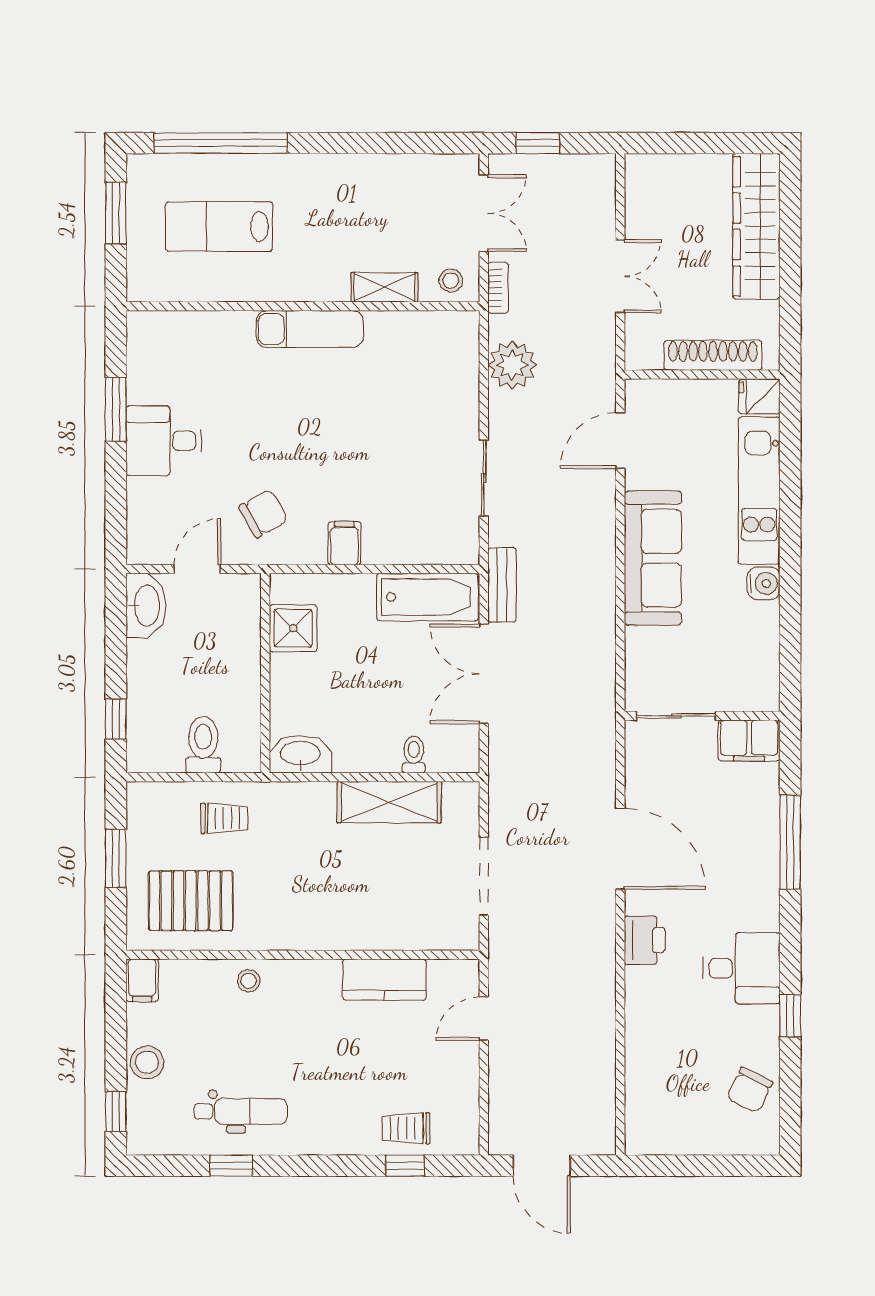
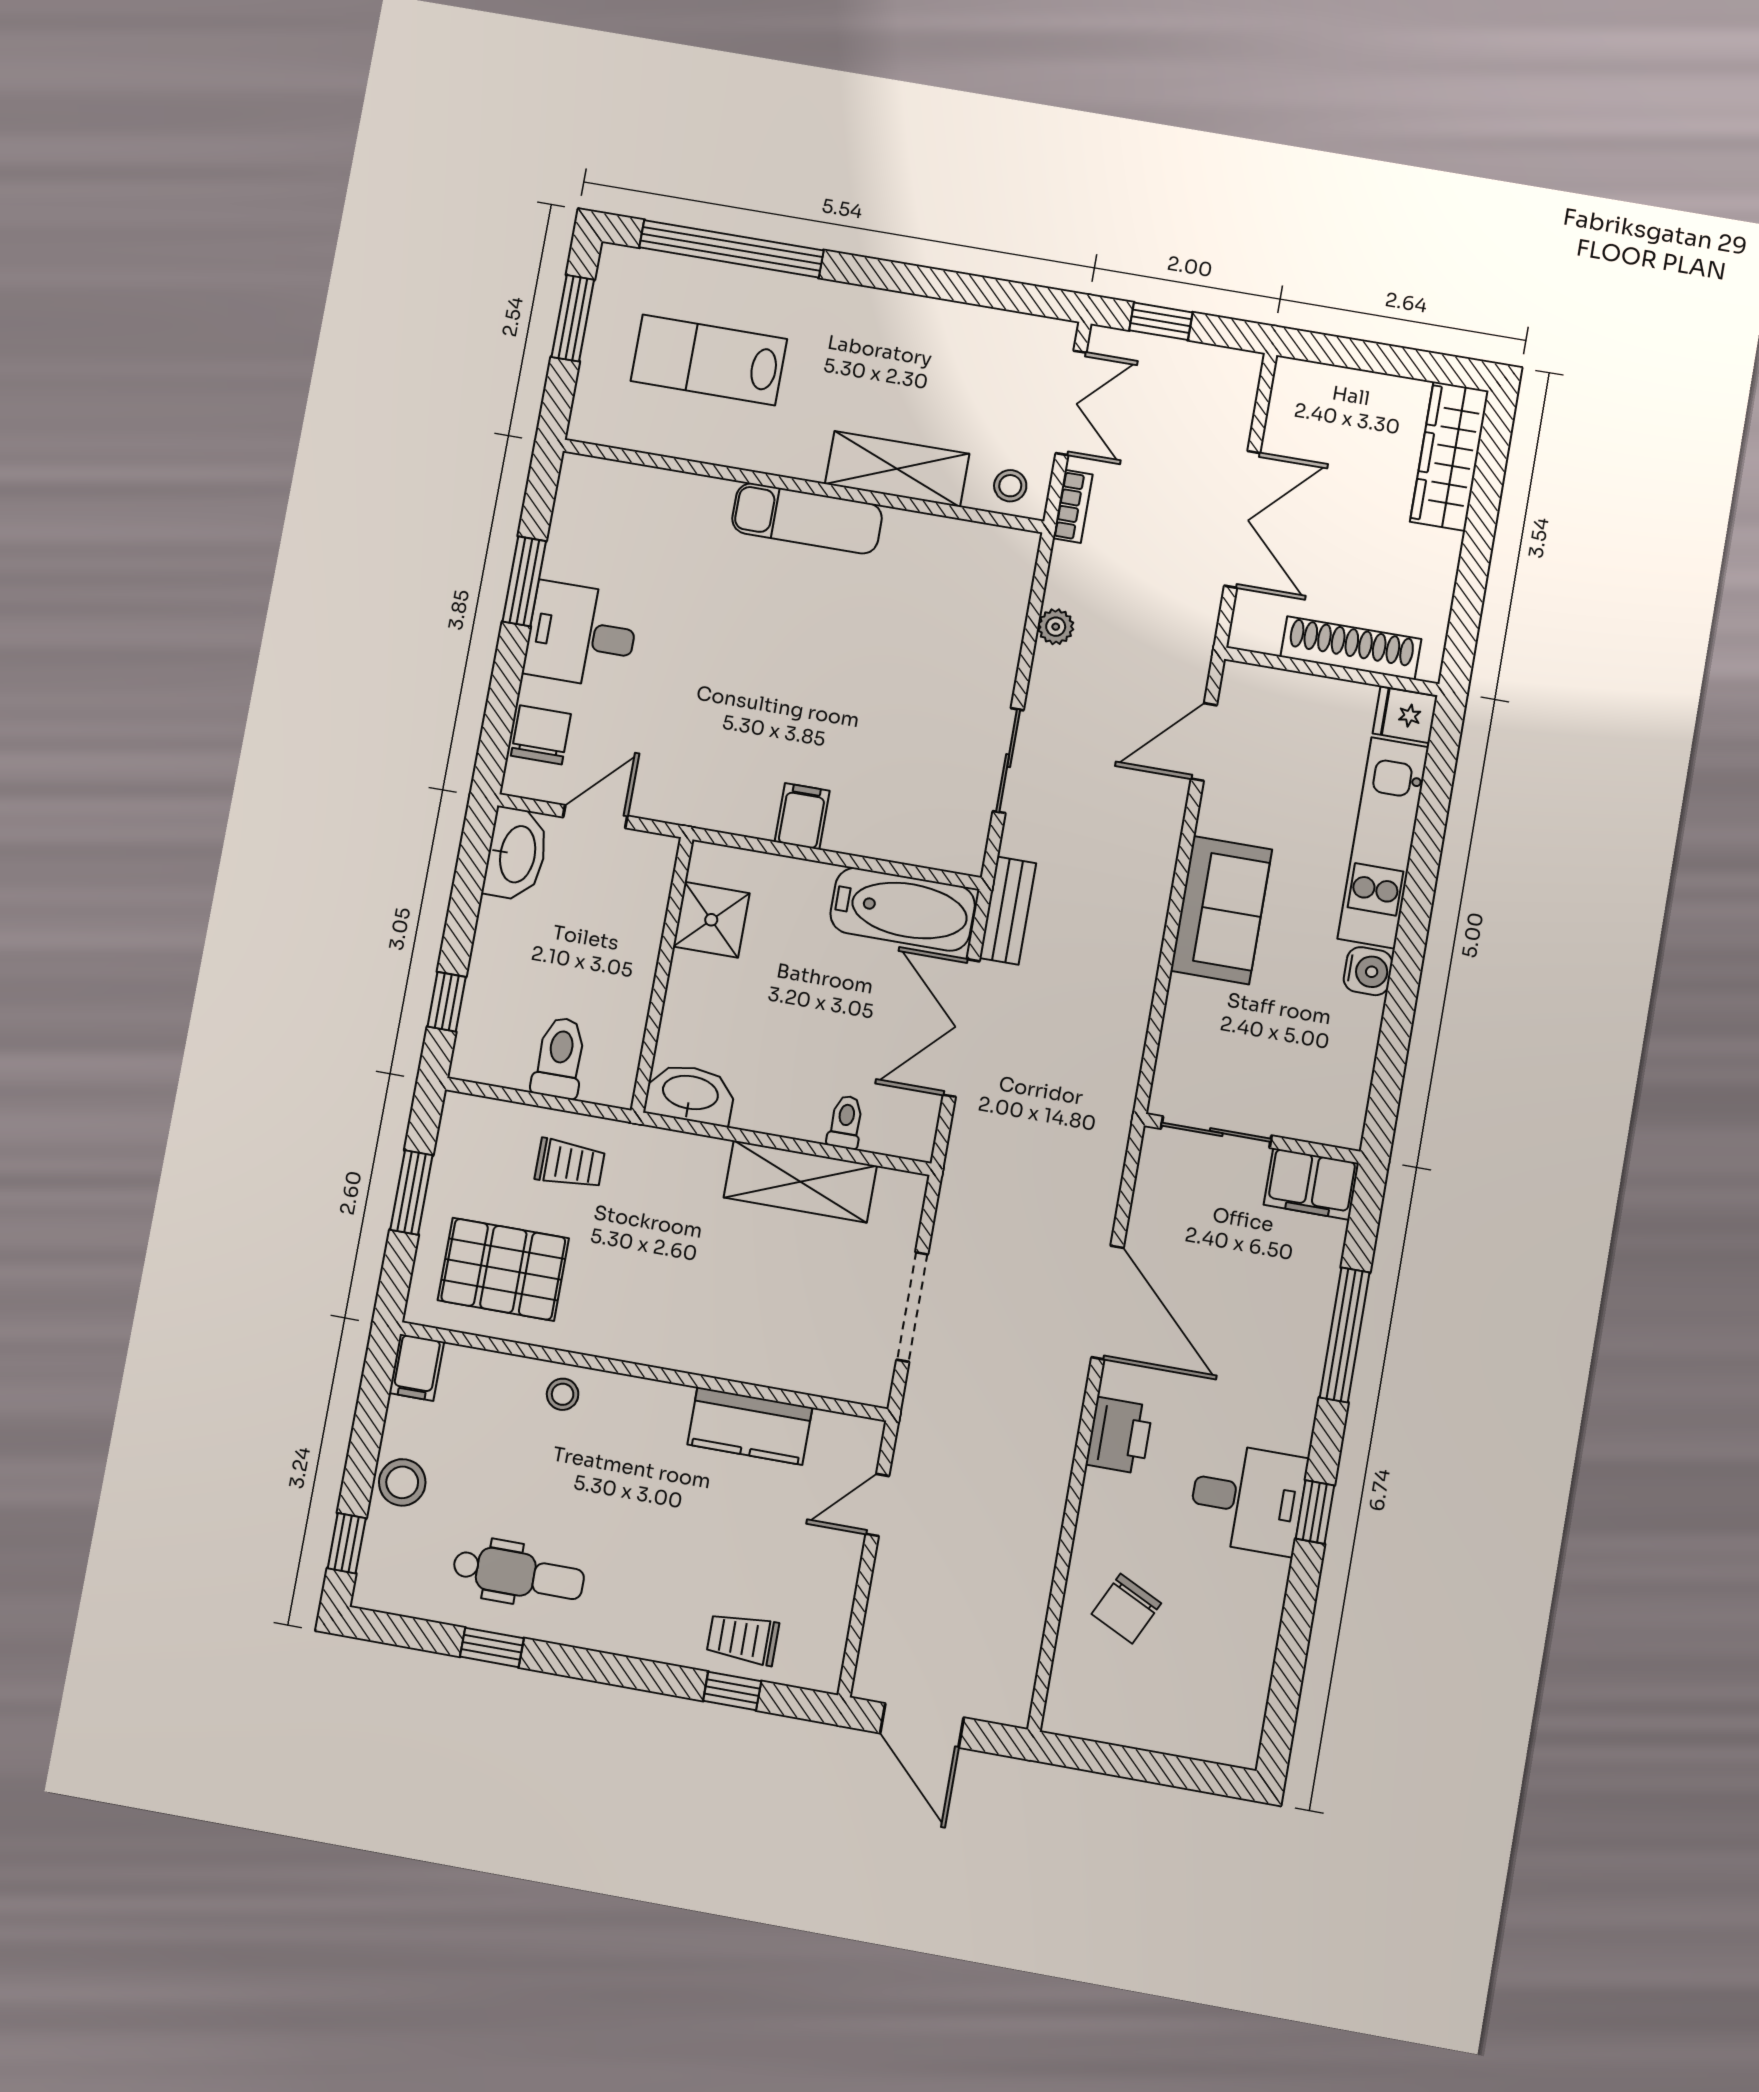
wardrobe: (756, 226) -> (1449, 456), width x0.71, depth x0.85
double door: (620, 276) -> (1242, 519), width x1.37
shelving: (384, 287) -> (897, 469), width x1.50, depth x1.33
plant: (512, 365) -> (1056, 627), width x0.53, depth x0.53
chair: (264, 514) -> (541, 735), moved, turned -61
sofa: (653, 558) -> (1221, 910), width x0.73
window: (790, 1016) -> (1315, 1512), moved
chair: (750, 1090) -> (1126, 1609), moved

